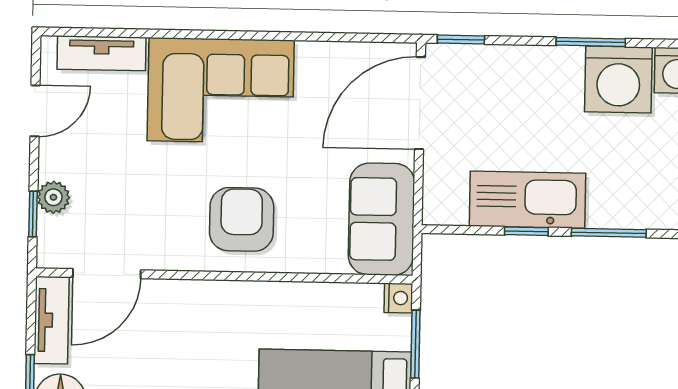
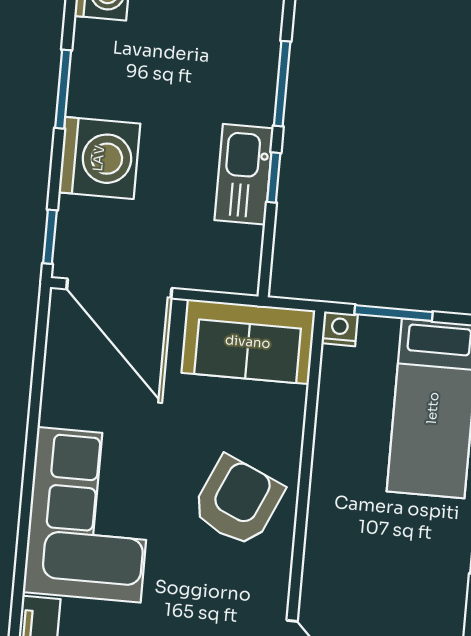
washing machine: (618, 79) -> (99, 158), moved
kitchen sink: (528, 200) -> (244, 174), width x0.73, depth x0.81
armchair: (242, 219) -> (238, 501), turned 114

